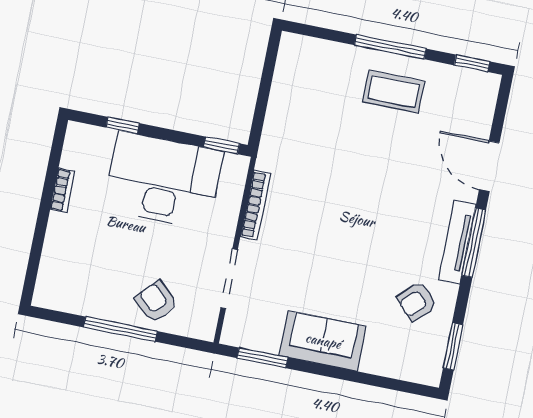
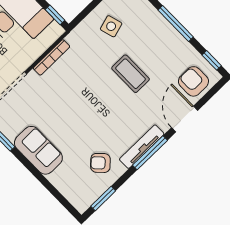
coffee table: (394, 92) -> (131, 74), moved
armchair: (467, 108) -> (193, 81), added
side table: (307, 109) -> (111, 26), added

